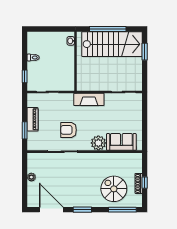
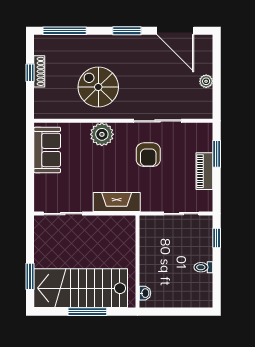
window: (108, 29) -> (87, 312), width x0.68
armchair: (69, 130) -> (148, 155), turned 90
sofa: (121, 142) -> (47, 150), moved, turned -90
spiral stairs: (114, 189) -> (98, 87), moved, turned 180

